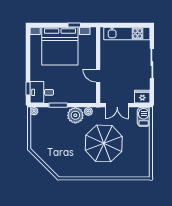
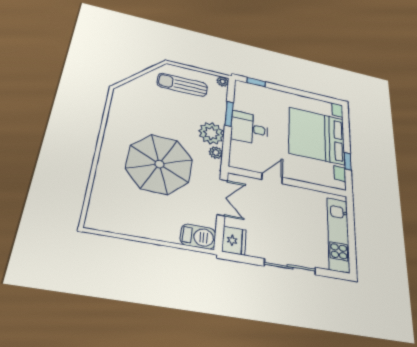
desk: (42, 92) -> (249, 128), moved, turned -90
double door: (117, 105) -> (222, 197), swing flipped
sun lounger: (44, 137) -> (182, 85), added

